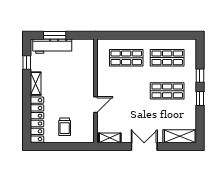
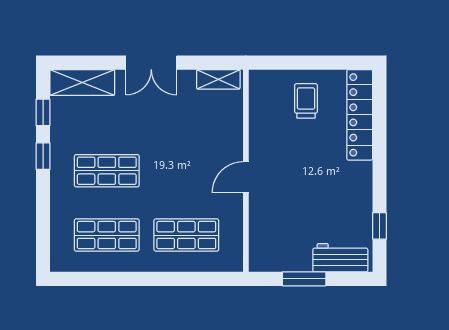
window: (55, 35) -> (304, 279), moved
workbench: (52, 46) -> (340, 258), width x0.73
window: (200, 76) -> (43, 112), moved
shelving: (36, 84) -> (362, 185), removed
door: (96, 105) -> (246, 177), moved

